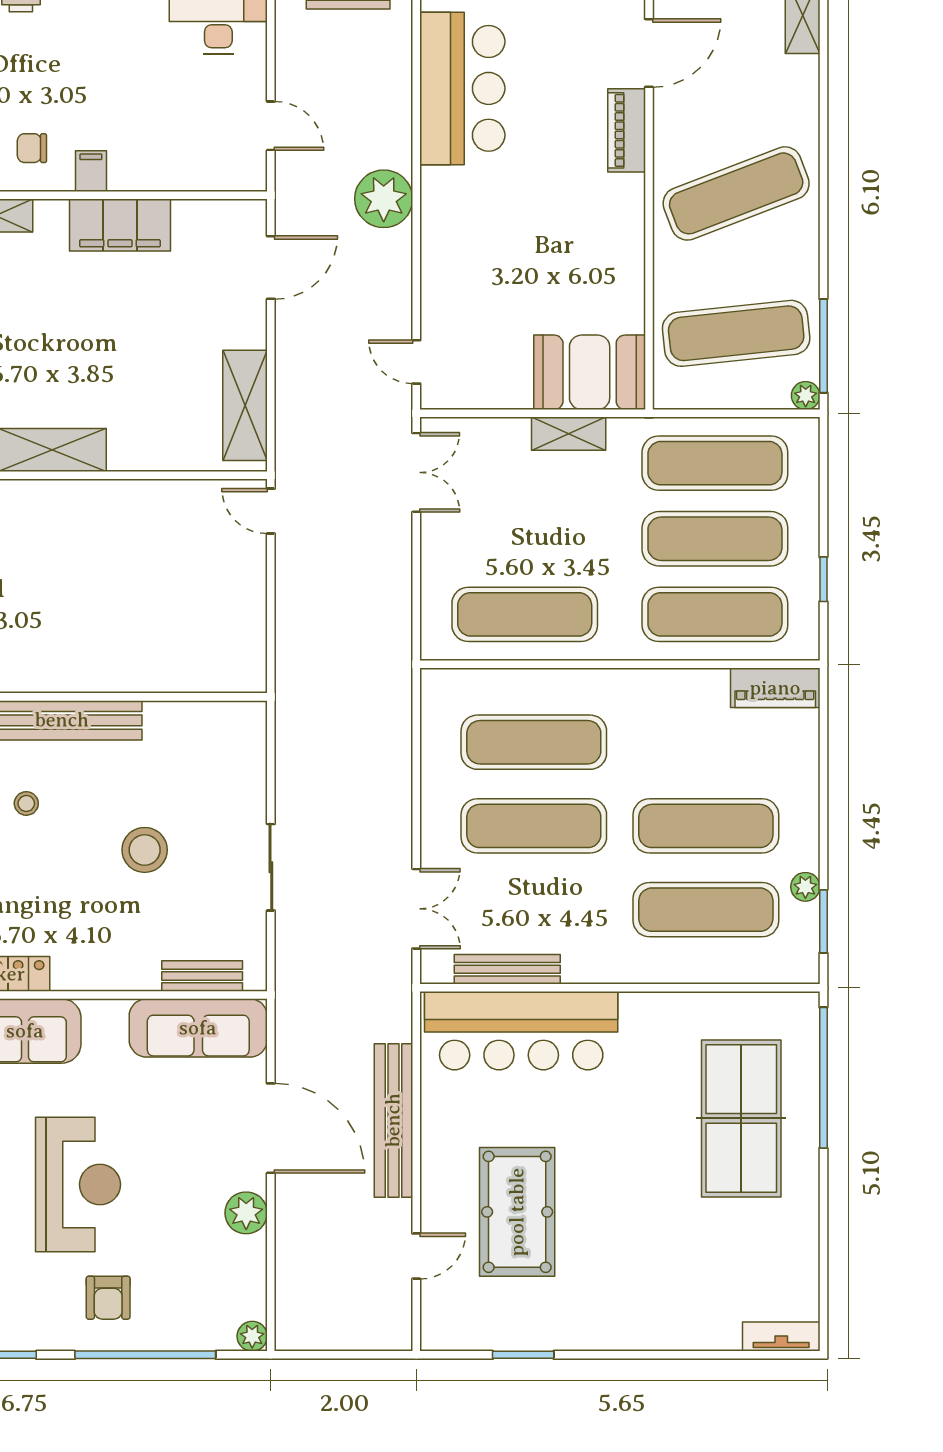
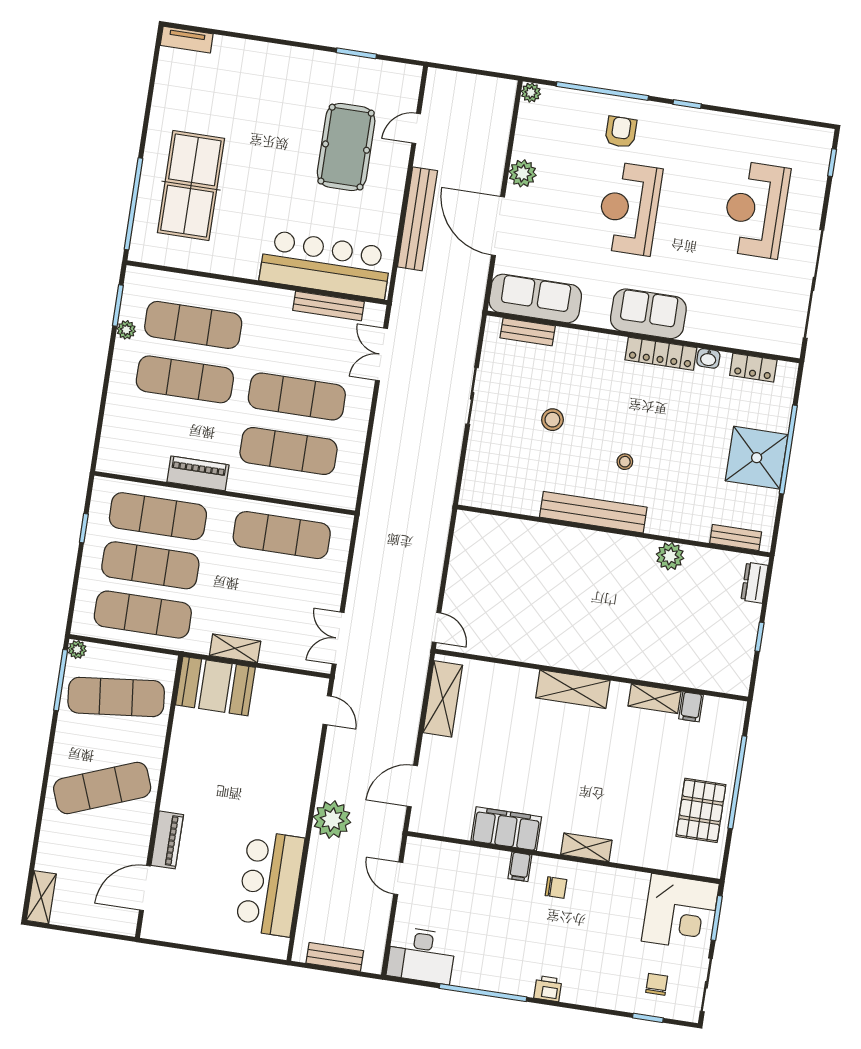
piano: (775, 688) -> (198, 473), moved
stool: (145, 850) -> (552, 420), width x0.73, depth x0.73

